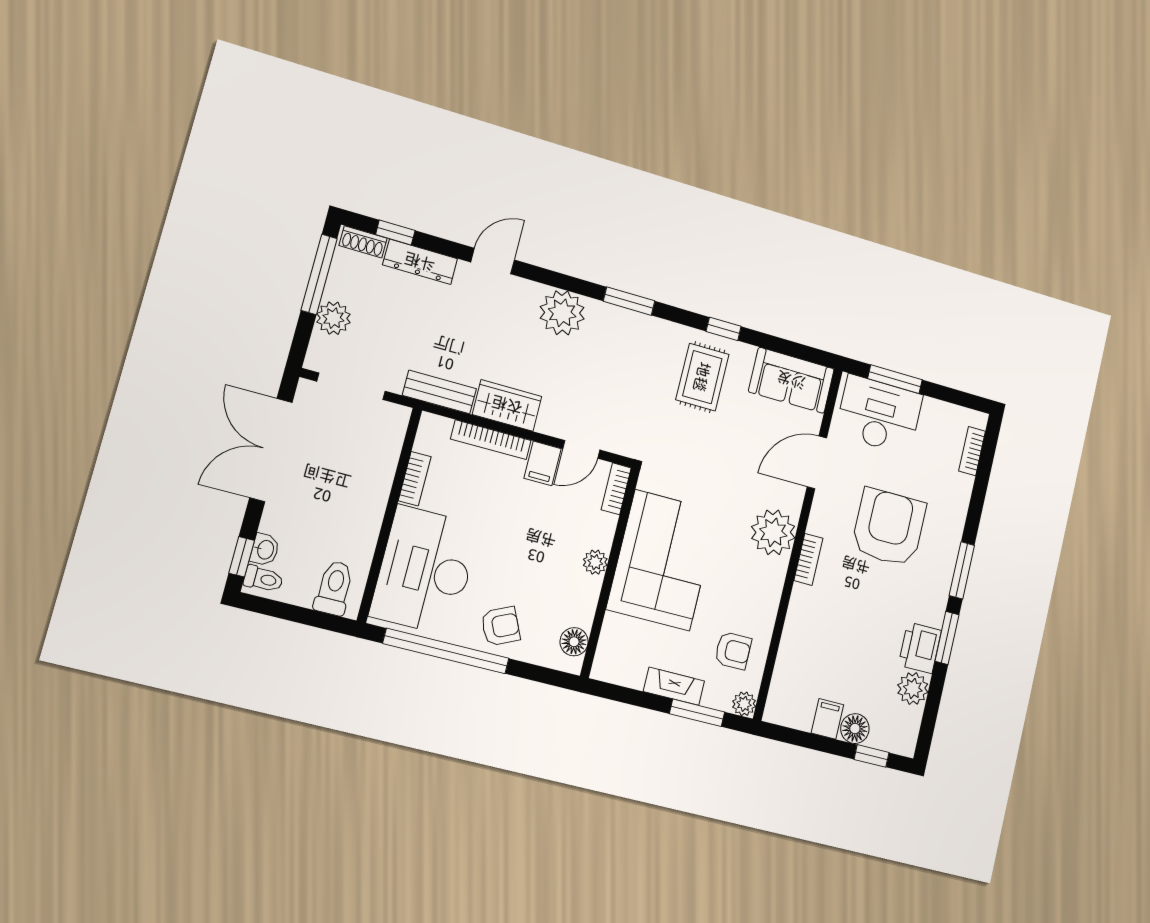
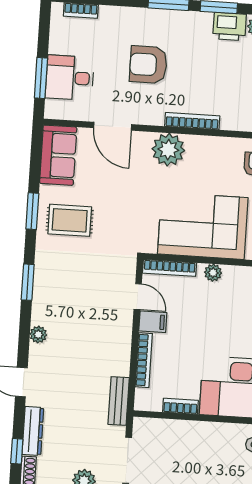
plant: (562, 313) -> (38, 335), width x0.53, depth x0.53
window: (724, 329) -> (32, 211), width x1.50
wardrobe: (507, 405) -> (118, 353), removed
desk: (879, 415) -> (70, 78), width x0.73
bookcase: (616, 489) -> (170, 268), width x1.56
armchair: (889, 527) -> (148, 65), width x0.73, depth x0.73
bookcase: (808, 559) -> (192, 121), width x1.56

